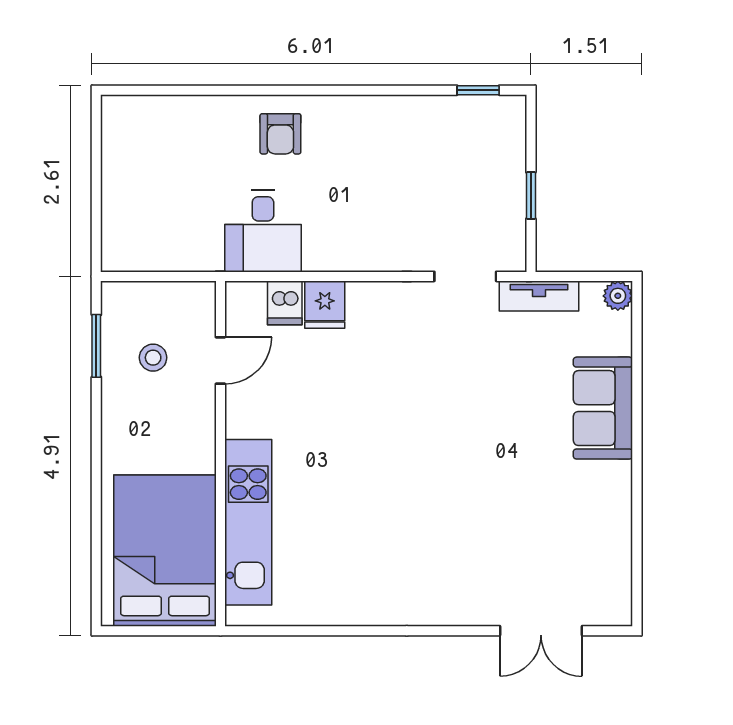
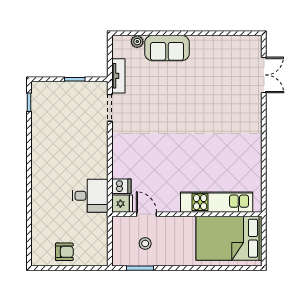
armchair: (280, 134) -> (64, 252), moved
plant: (618, 296) -> (137, 42), moved
fridge: (325, 305) -> (122, 204), moved

